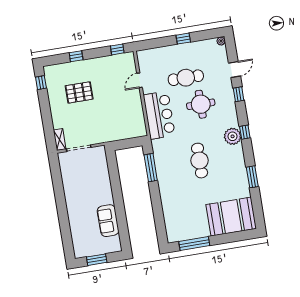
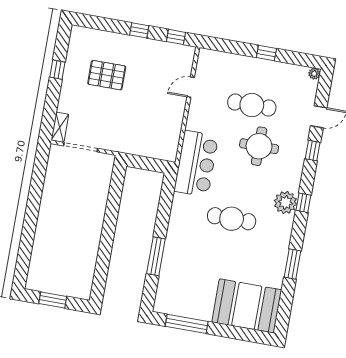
window: (76, 56) -> (139, 30), moved
window: (41, 83) -> (57, 70), moved
bar counter: (159, 115) -> (196, 164), moved
cafe table: (200, 161) -> (232, 219), turned 90
window: (151, 168) -> (156, 256), moved
sofa: (108, 221) -> (85, 255), removed

